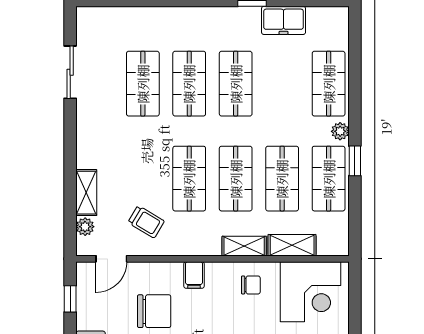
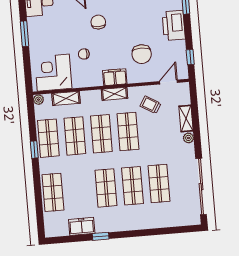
sliding door: (70, 72) -> (201, 187), width x1.86
plant: (340, 131) -> (38, 100), moved
plant: (85, 227) -> (188, 138), moved
shelving: (244, 246) -> (114, 94), moved
filing cabinet: (194, 275) -> (115, 77), width x2.00
chair: (251, 285) -> (84, 54), moved
chair: (154, 311) -> (142, 54), turned -90

